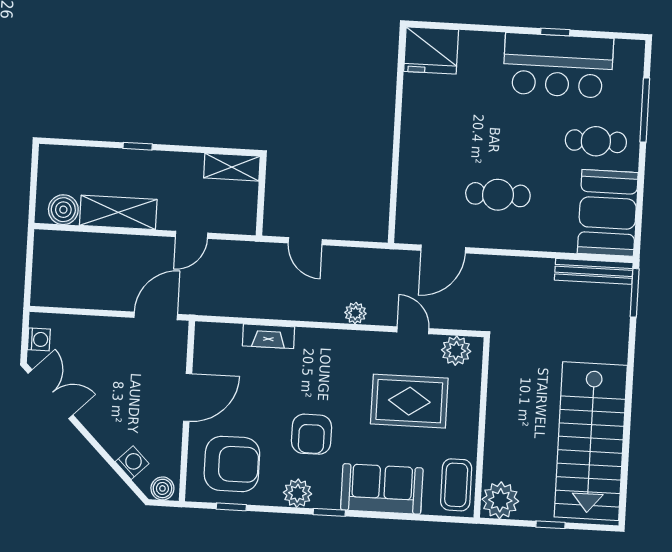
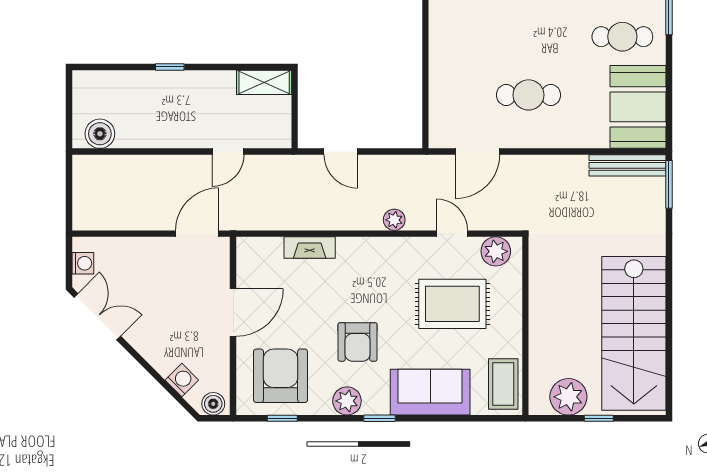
shelving: (118, 212) -> (154, 133), removed
armchair: (232, 464) -> (281, 376), turned -90
plant: (500, 500) -> (568, 397), moved

